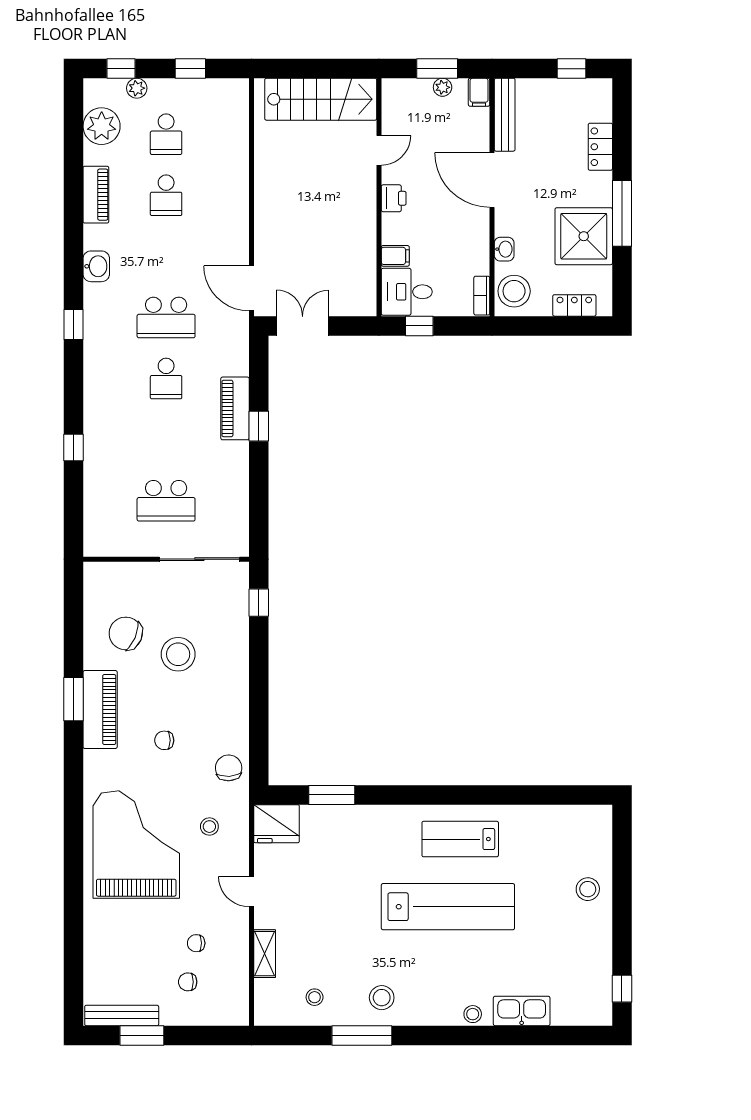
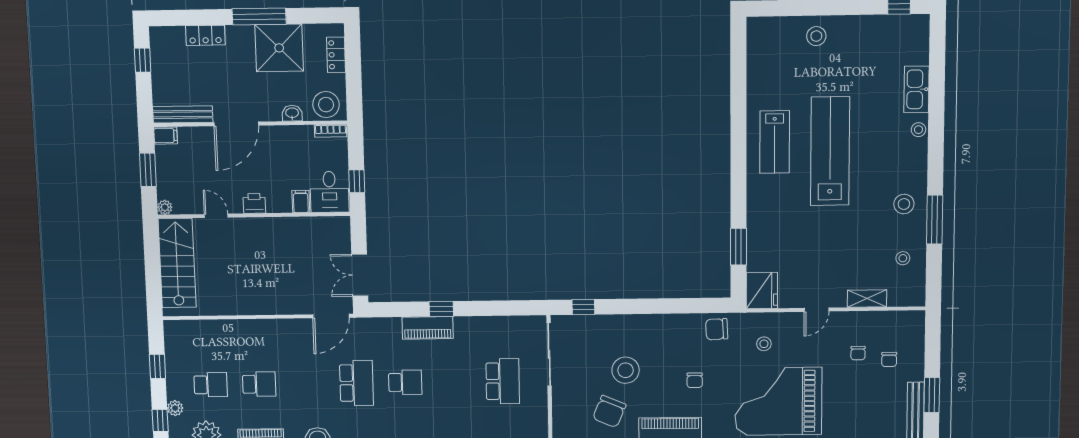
plant: (443, 87) -> (165, 207), moved

